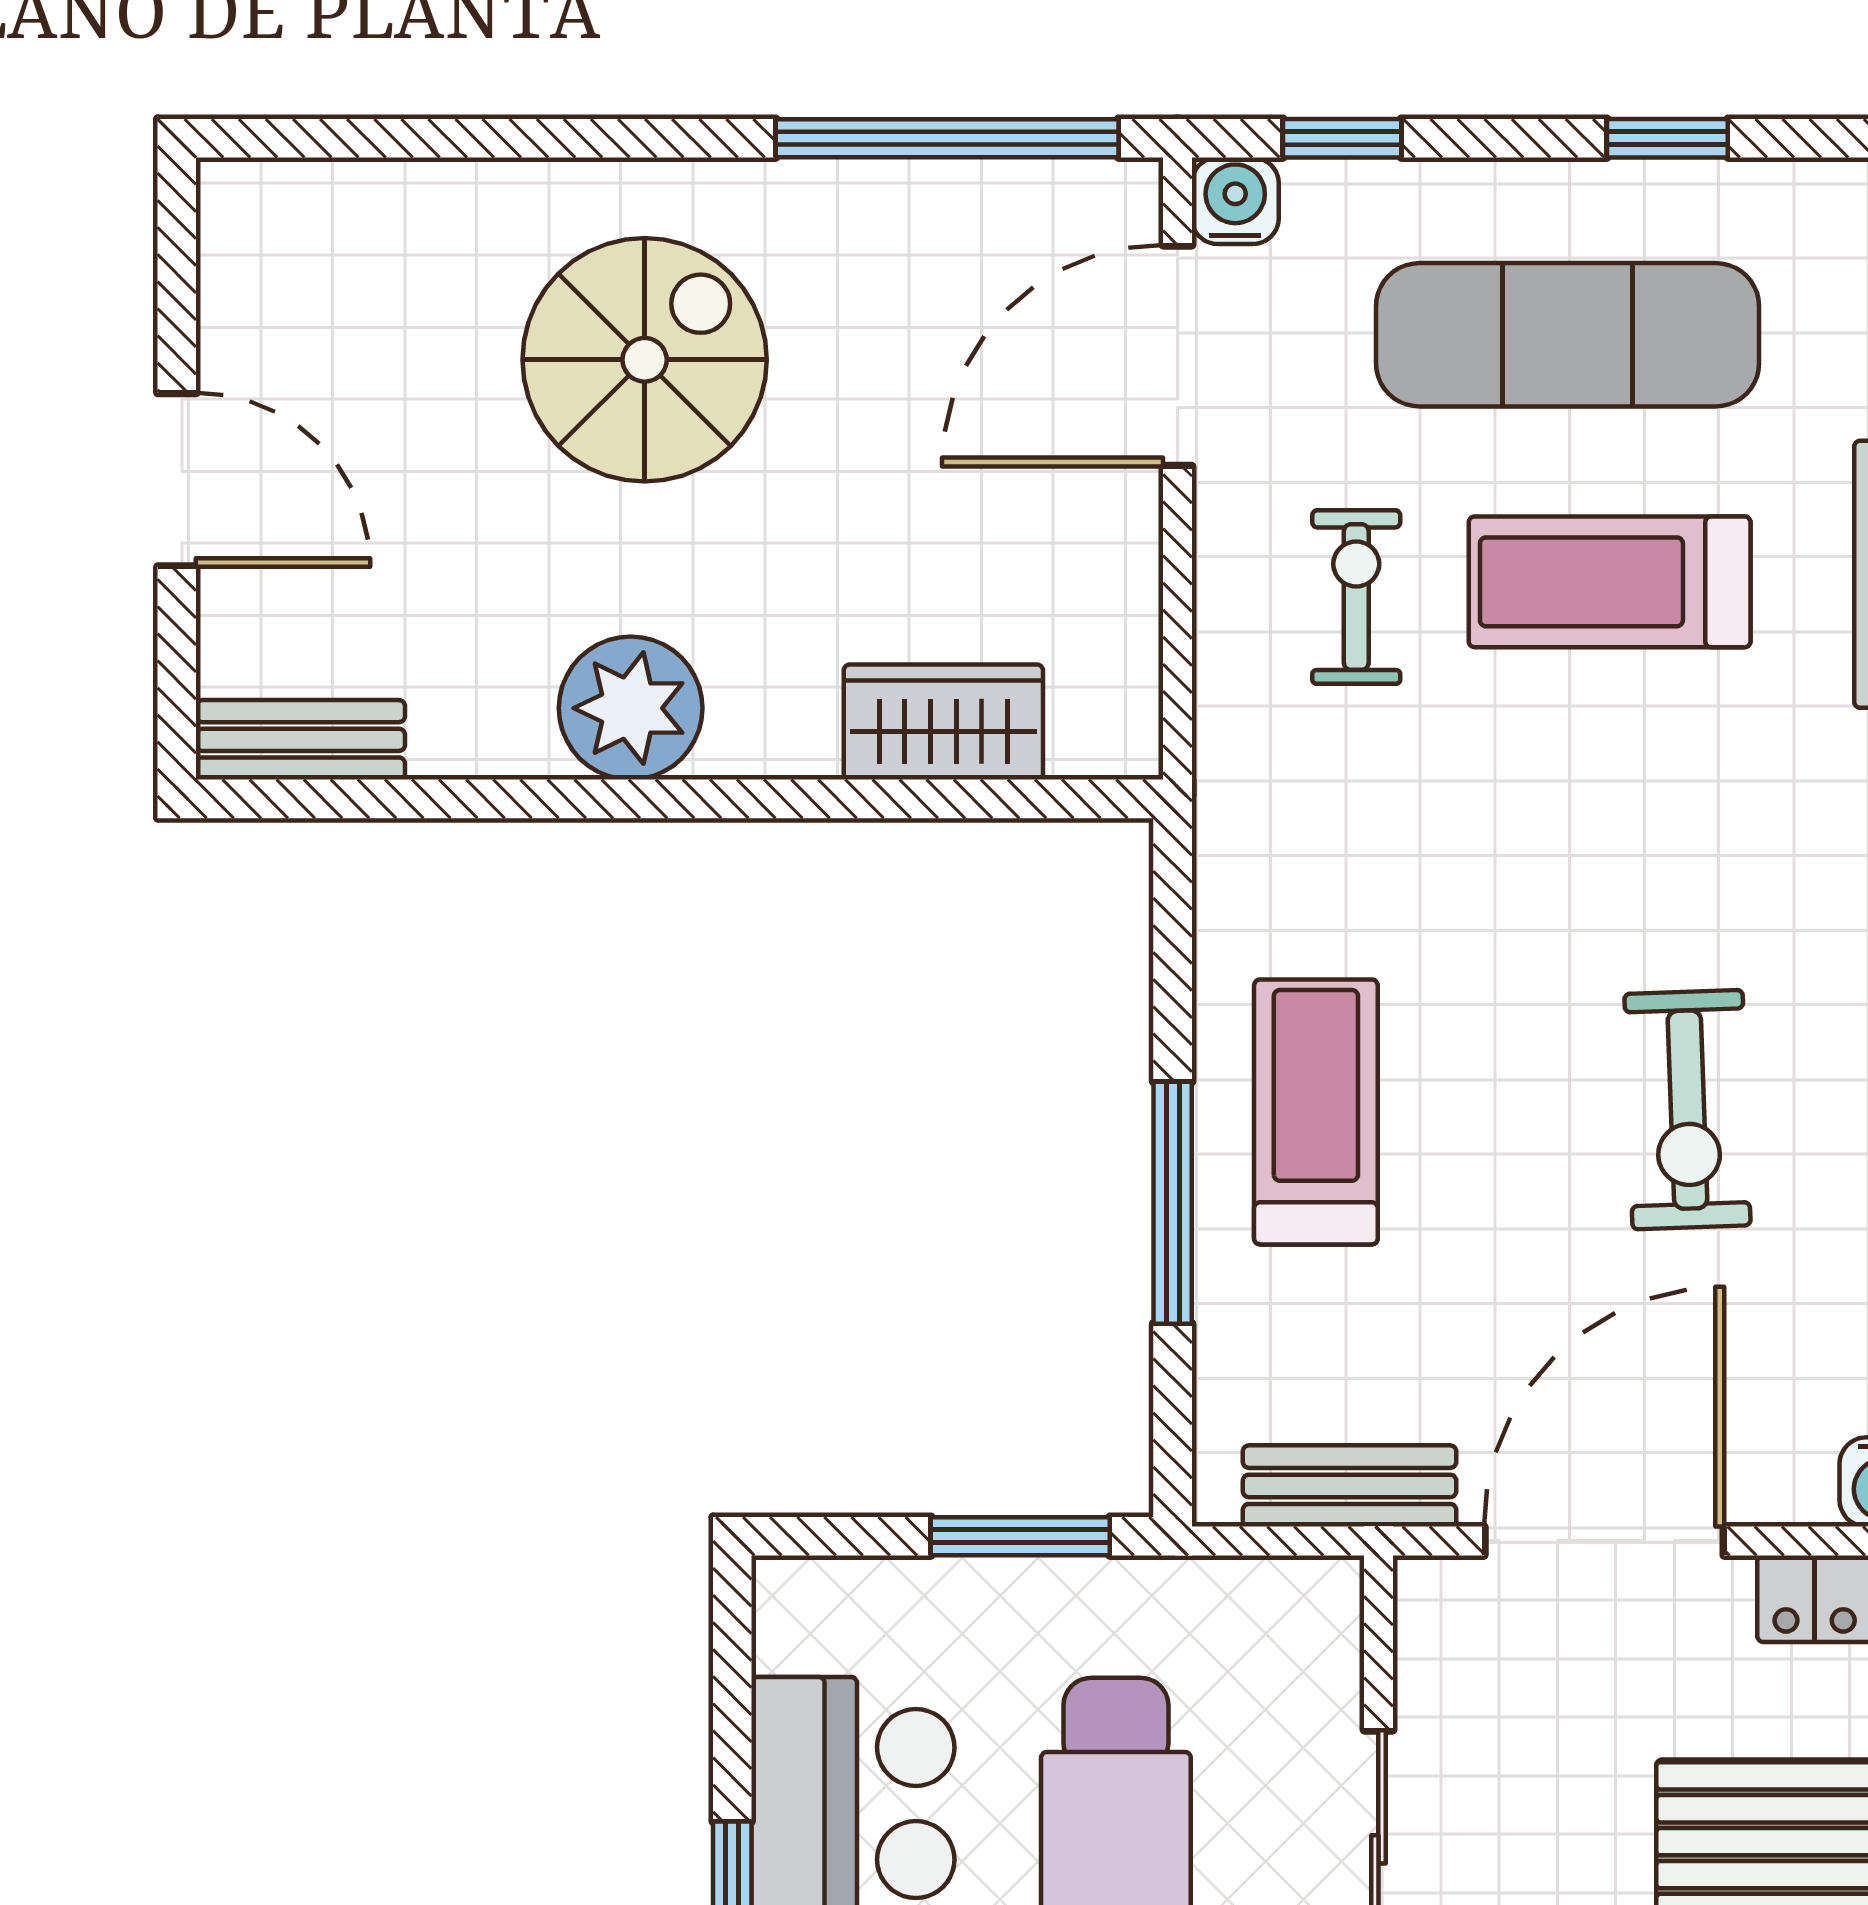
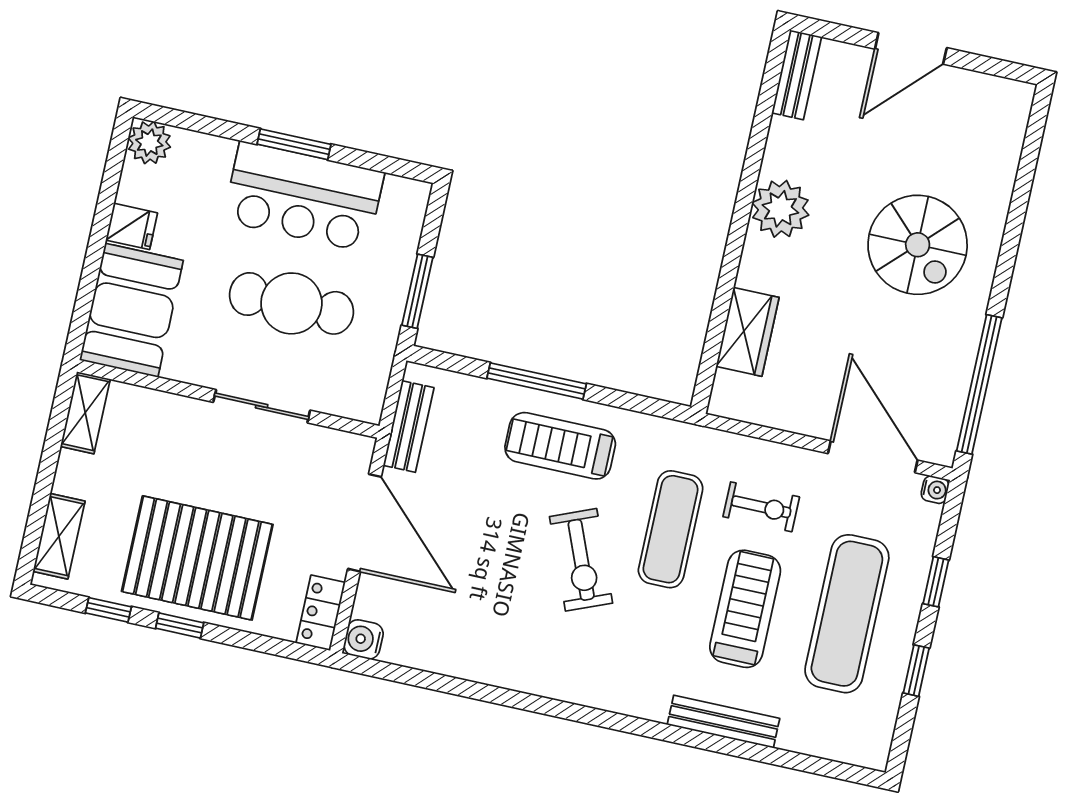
window: (1342, 138) -> (936, 582), moved
water cooler: (1235, 201) -> (935, 490), width x0.72, depth x0.72
exercise mat: (1458, 803) -> (671, 529), added
exercise bike: (1688, 1110) -> (581, 560), moved, turned -110
treadmill: (1316, 1112) -> (560, 446), turned 180

